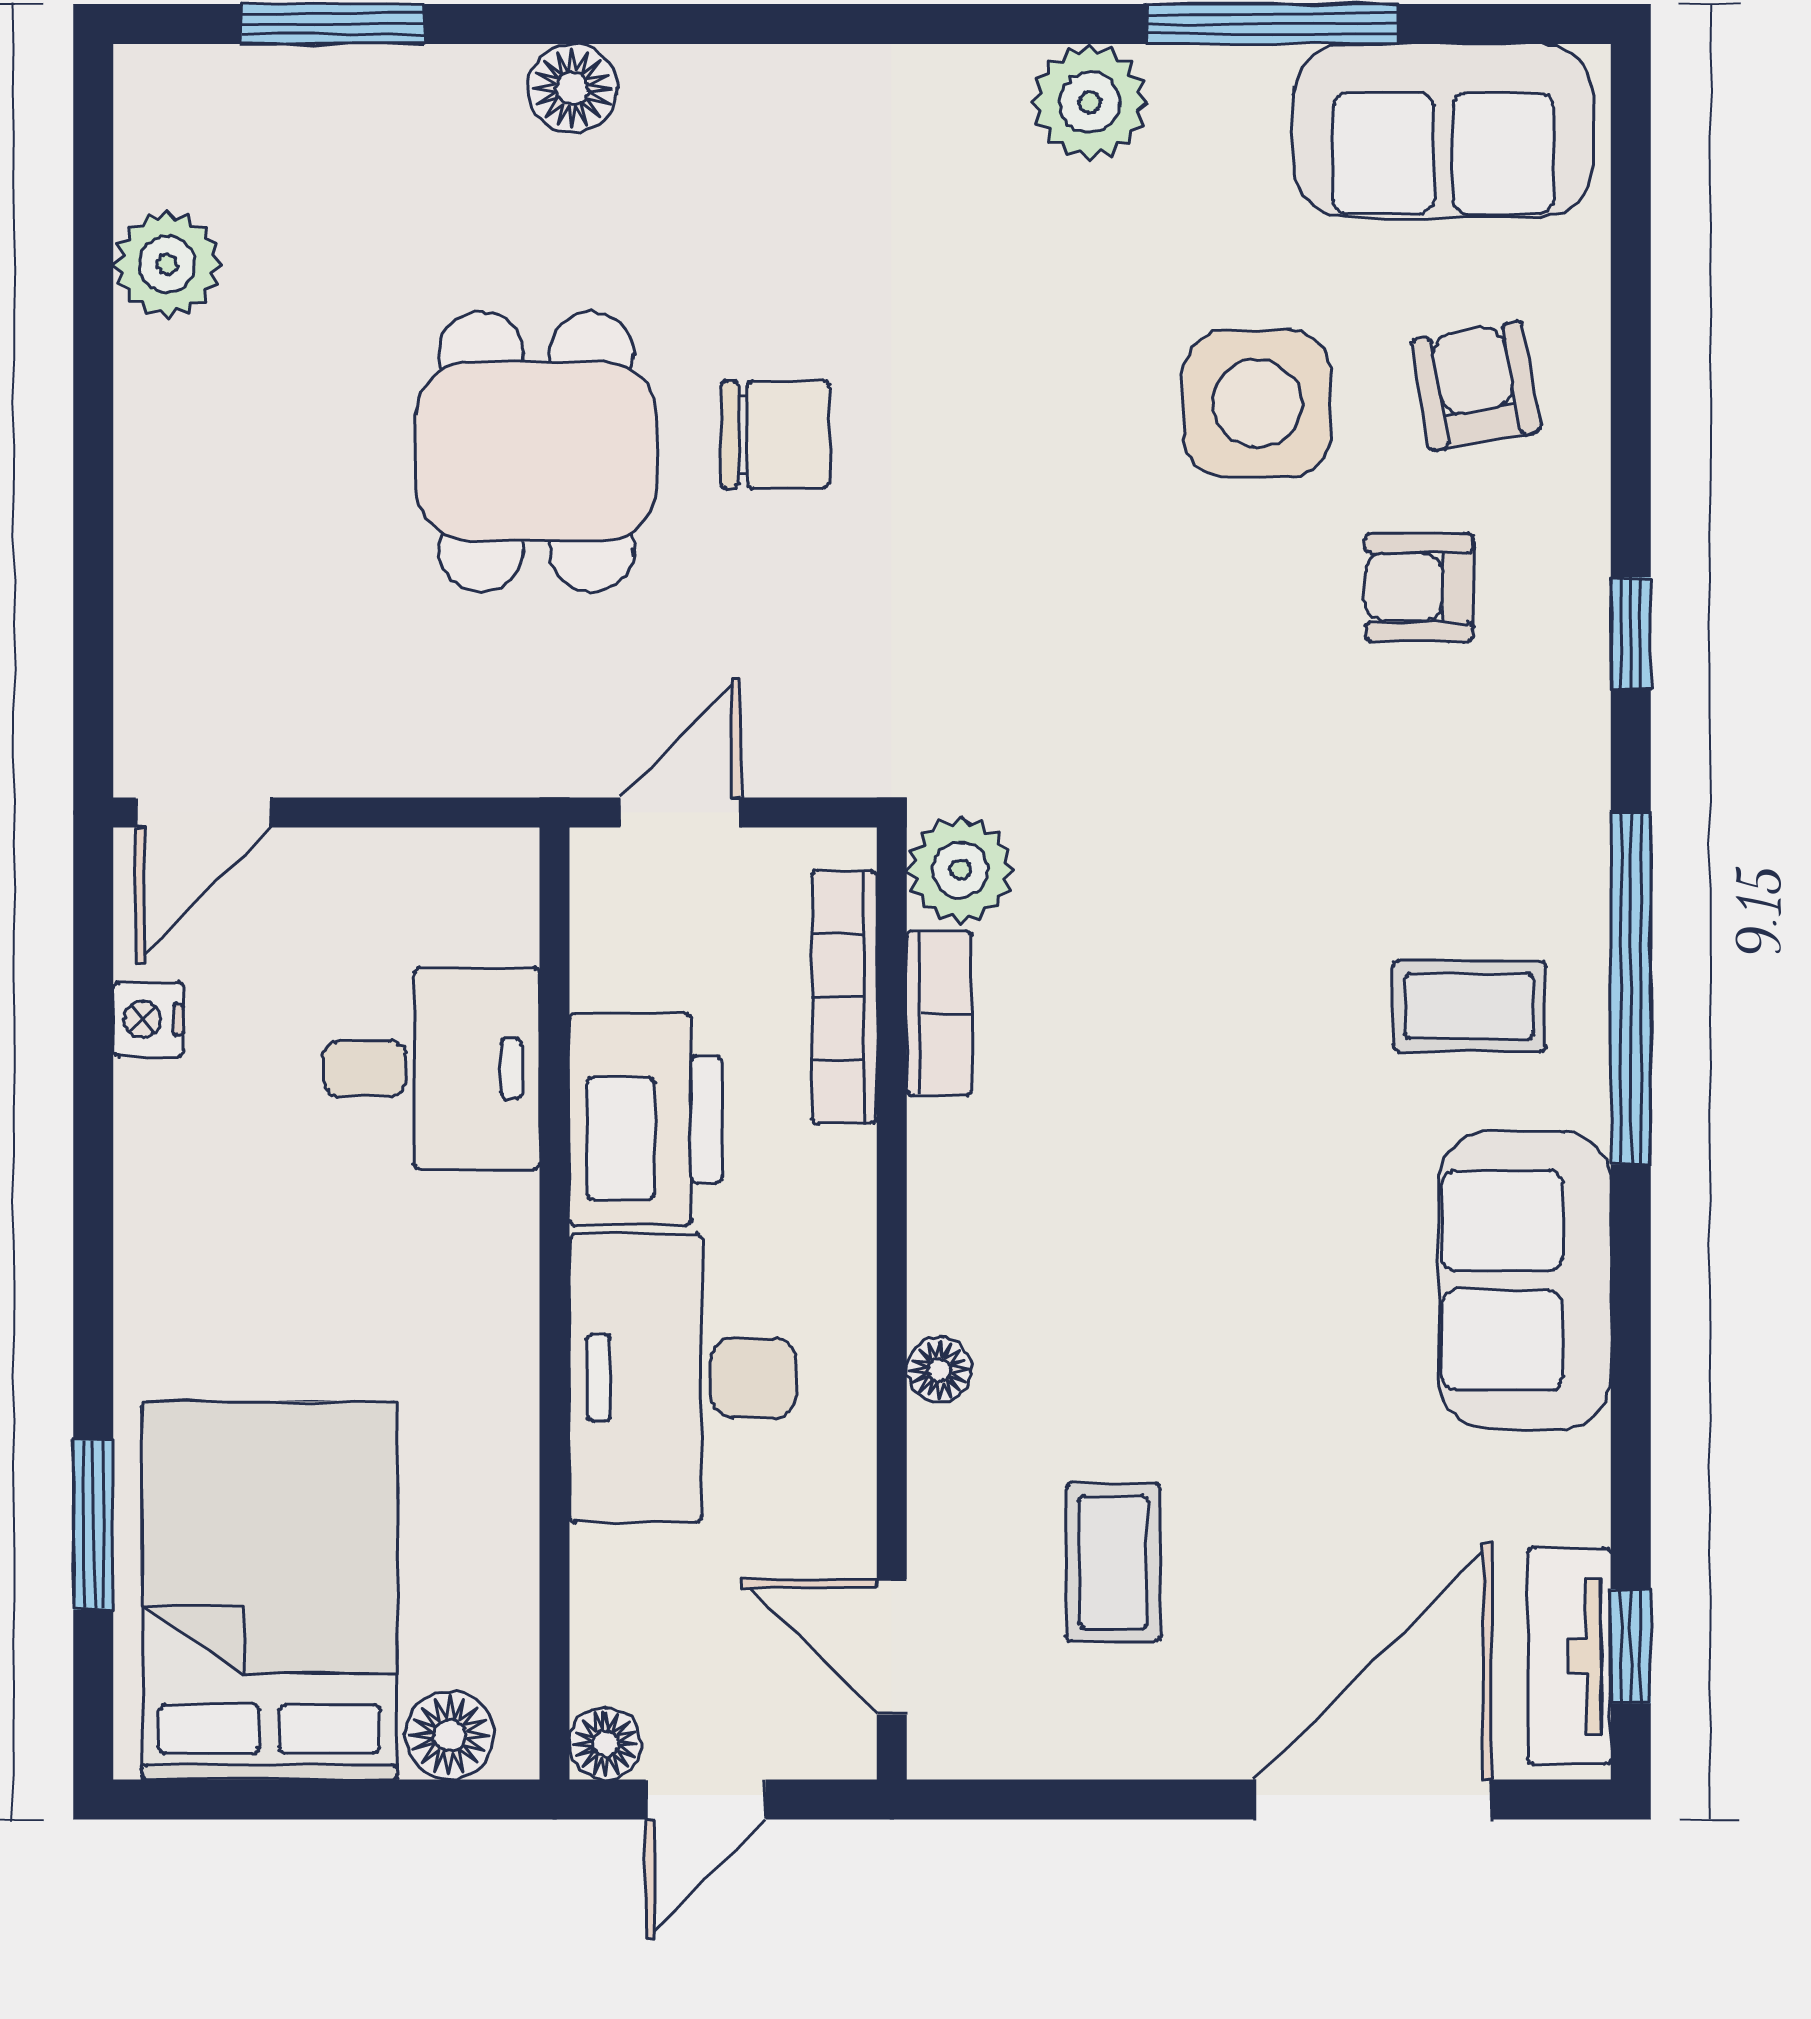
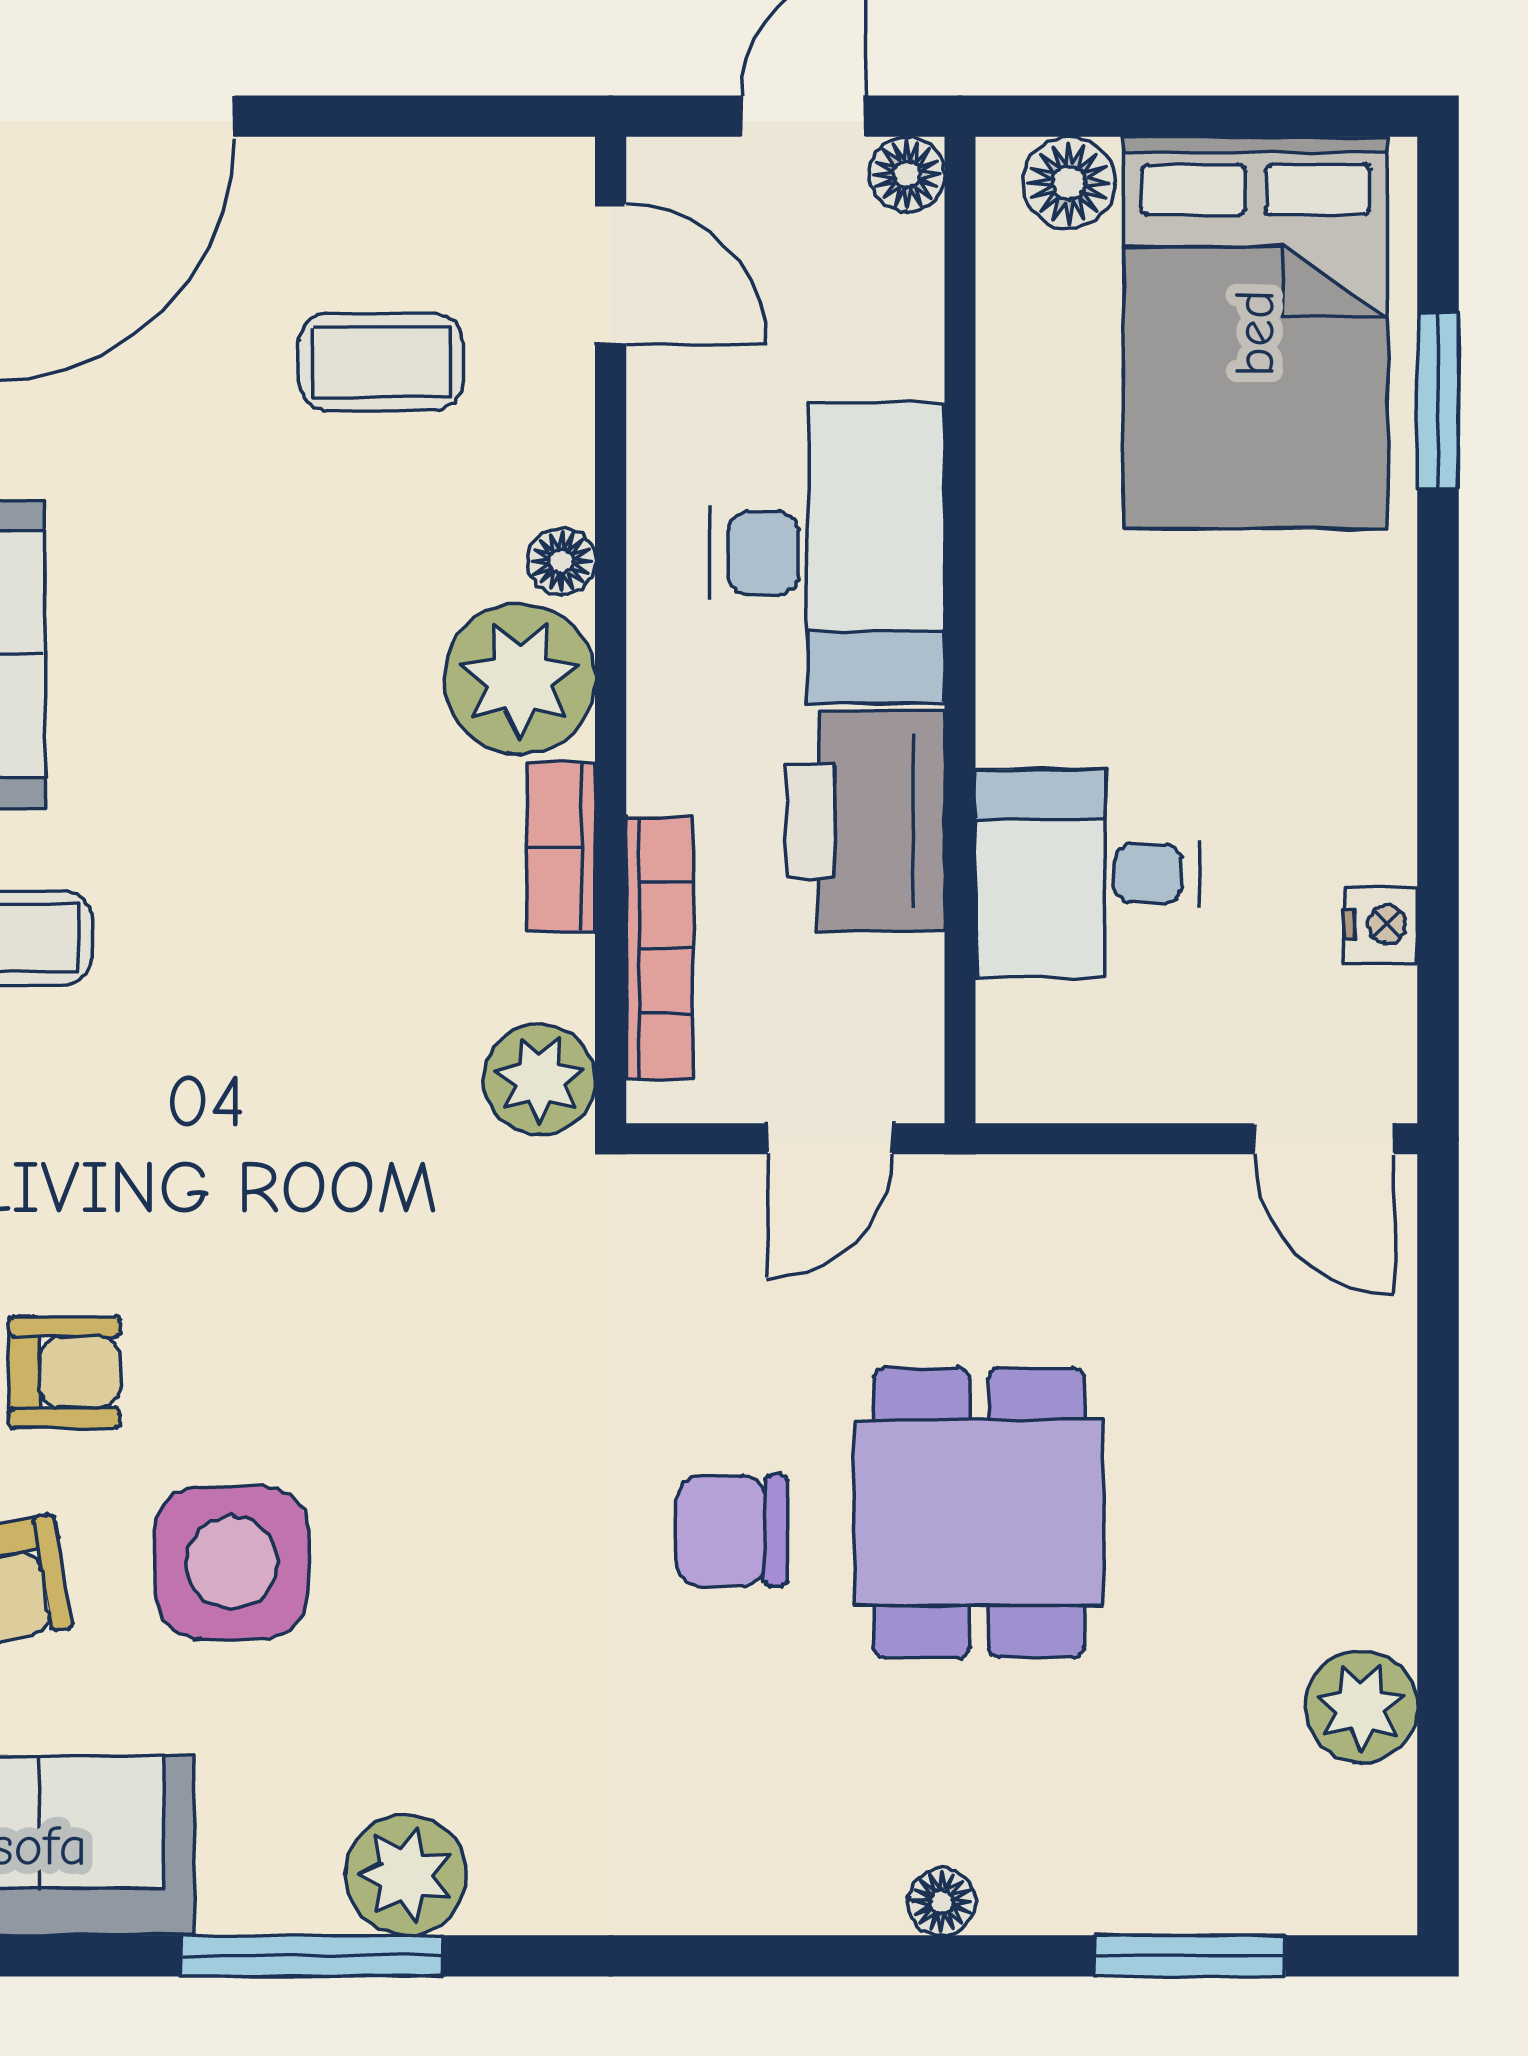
window: (1273, 24) -> (312, 1956), moved
floor lamp: (572, 88) -> (942, 1902), width x0.73, depth x0.73
door: (203, 813) -> (1324, 1139), swing flipped
bookcase: (939, 1013) -> (561, 847), moved
plant: (980, 1257) -> (520, 679), added
coffee table: (1113, 1562) -> (381, 362), turned 90

